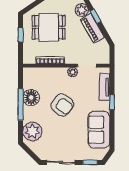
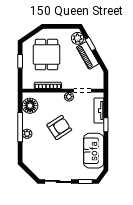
dining table: (49, 27) -> (46, 55), turned 90
floor lamp: (31, 98) -> (30, 106), moved
armchair: (62, 105) -> (59, 127), turned -69
plant: (32, 131) -> (27, 134), moved, width x0.53, depth x0.53

